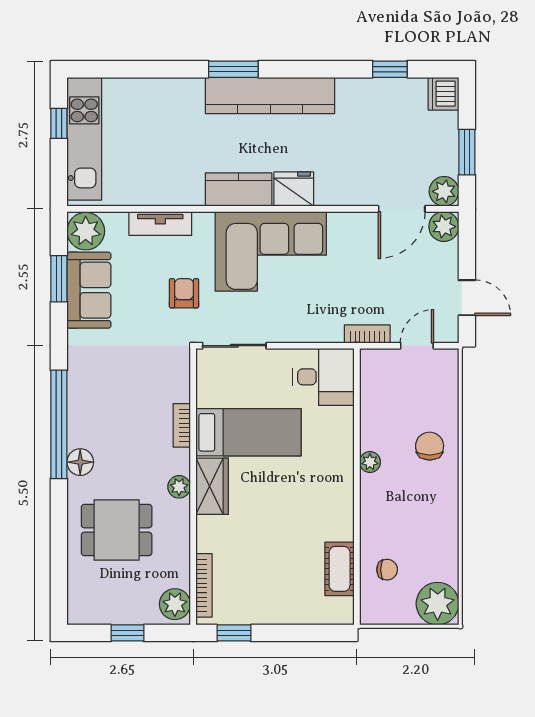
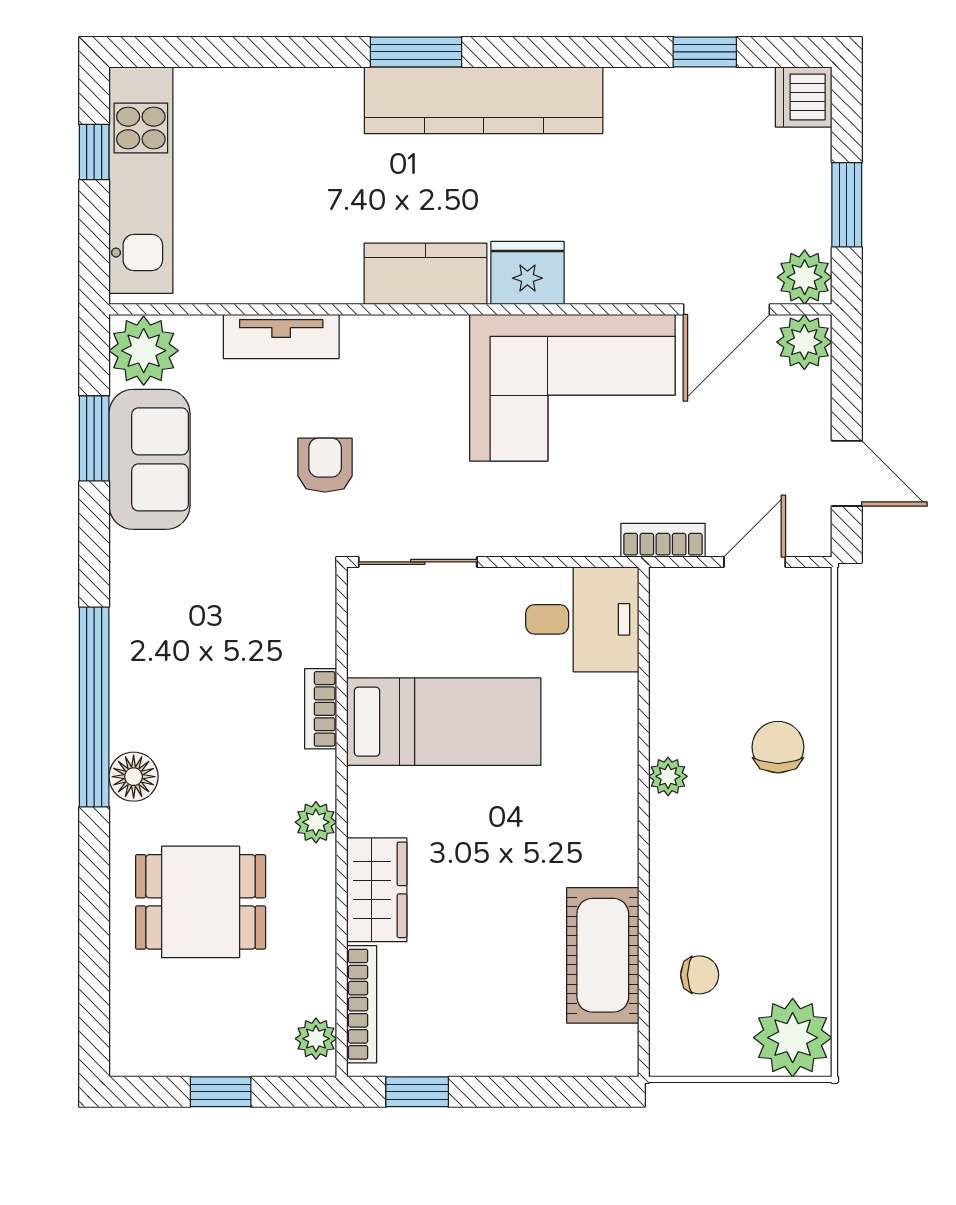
corner sofa: (271, 251) -> (572, 388), moved
wardrobe: (212, 486) -> (377, 890), moved
cot: (340, 569) -> (603, 955), width x1.37, depth x1.34
plant: (175, 604) -> (316, 1039), width x0.73, depth x0.73

